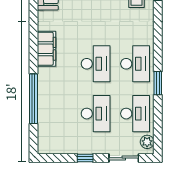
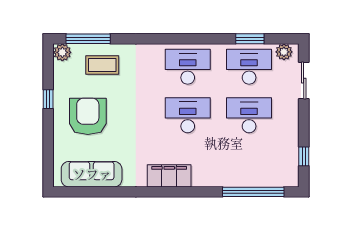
window: (158, 83) -> (250, 39), moved
window: (33, 99) -> (253, 192), moved
window: (85, 158) -> (304, 156), moved

